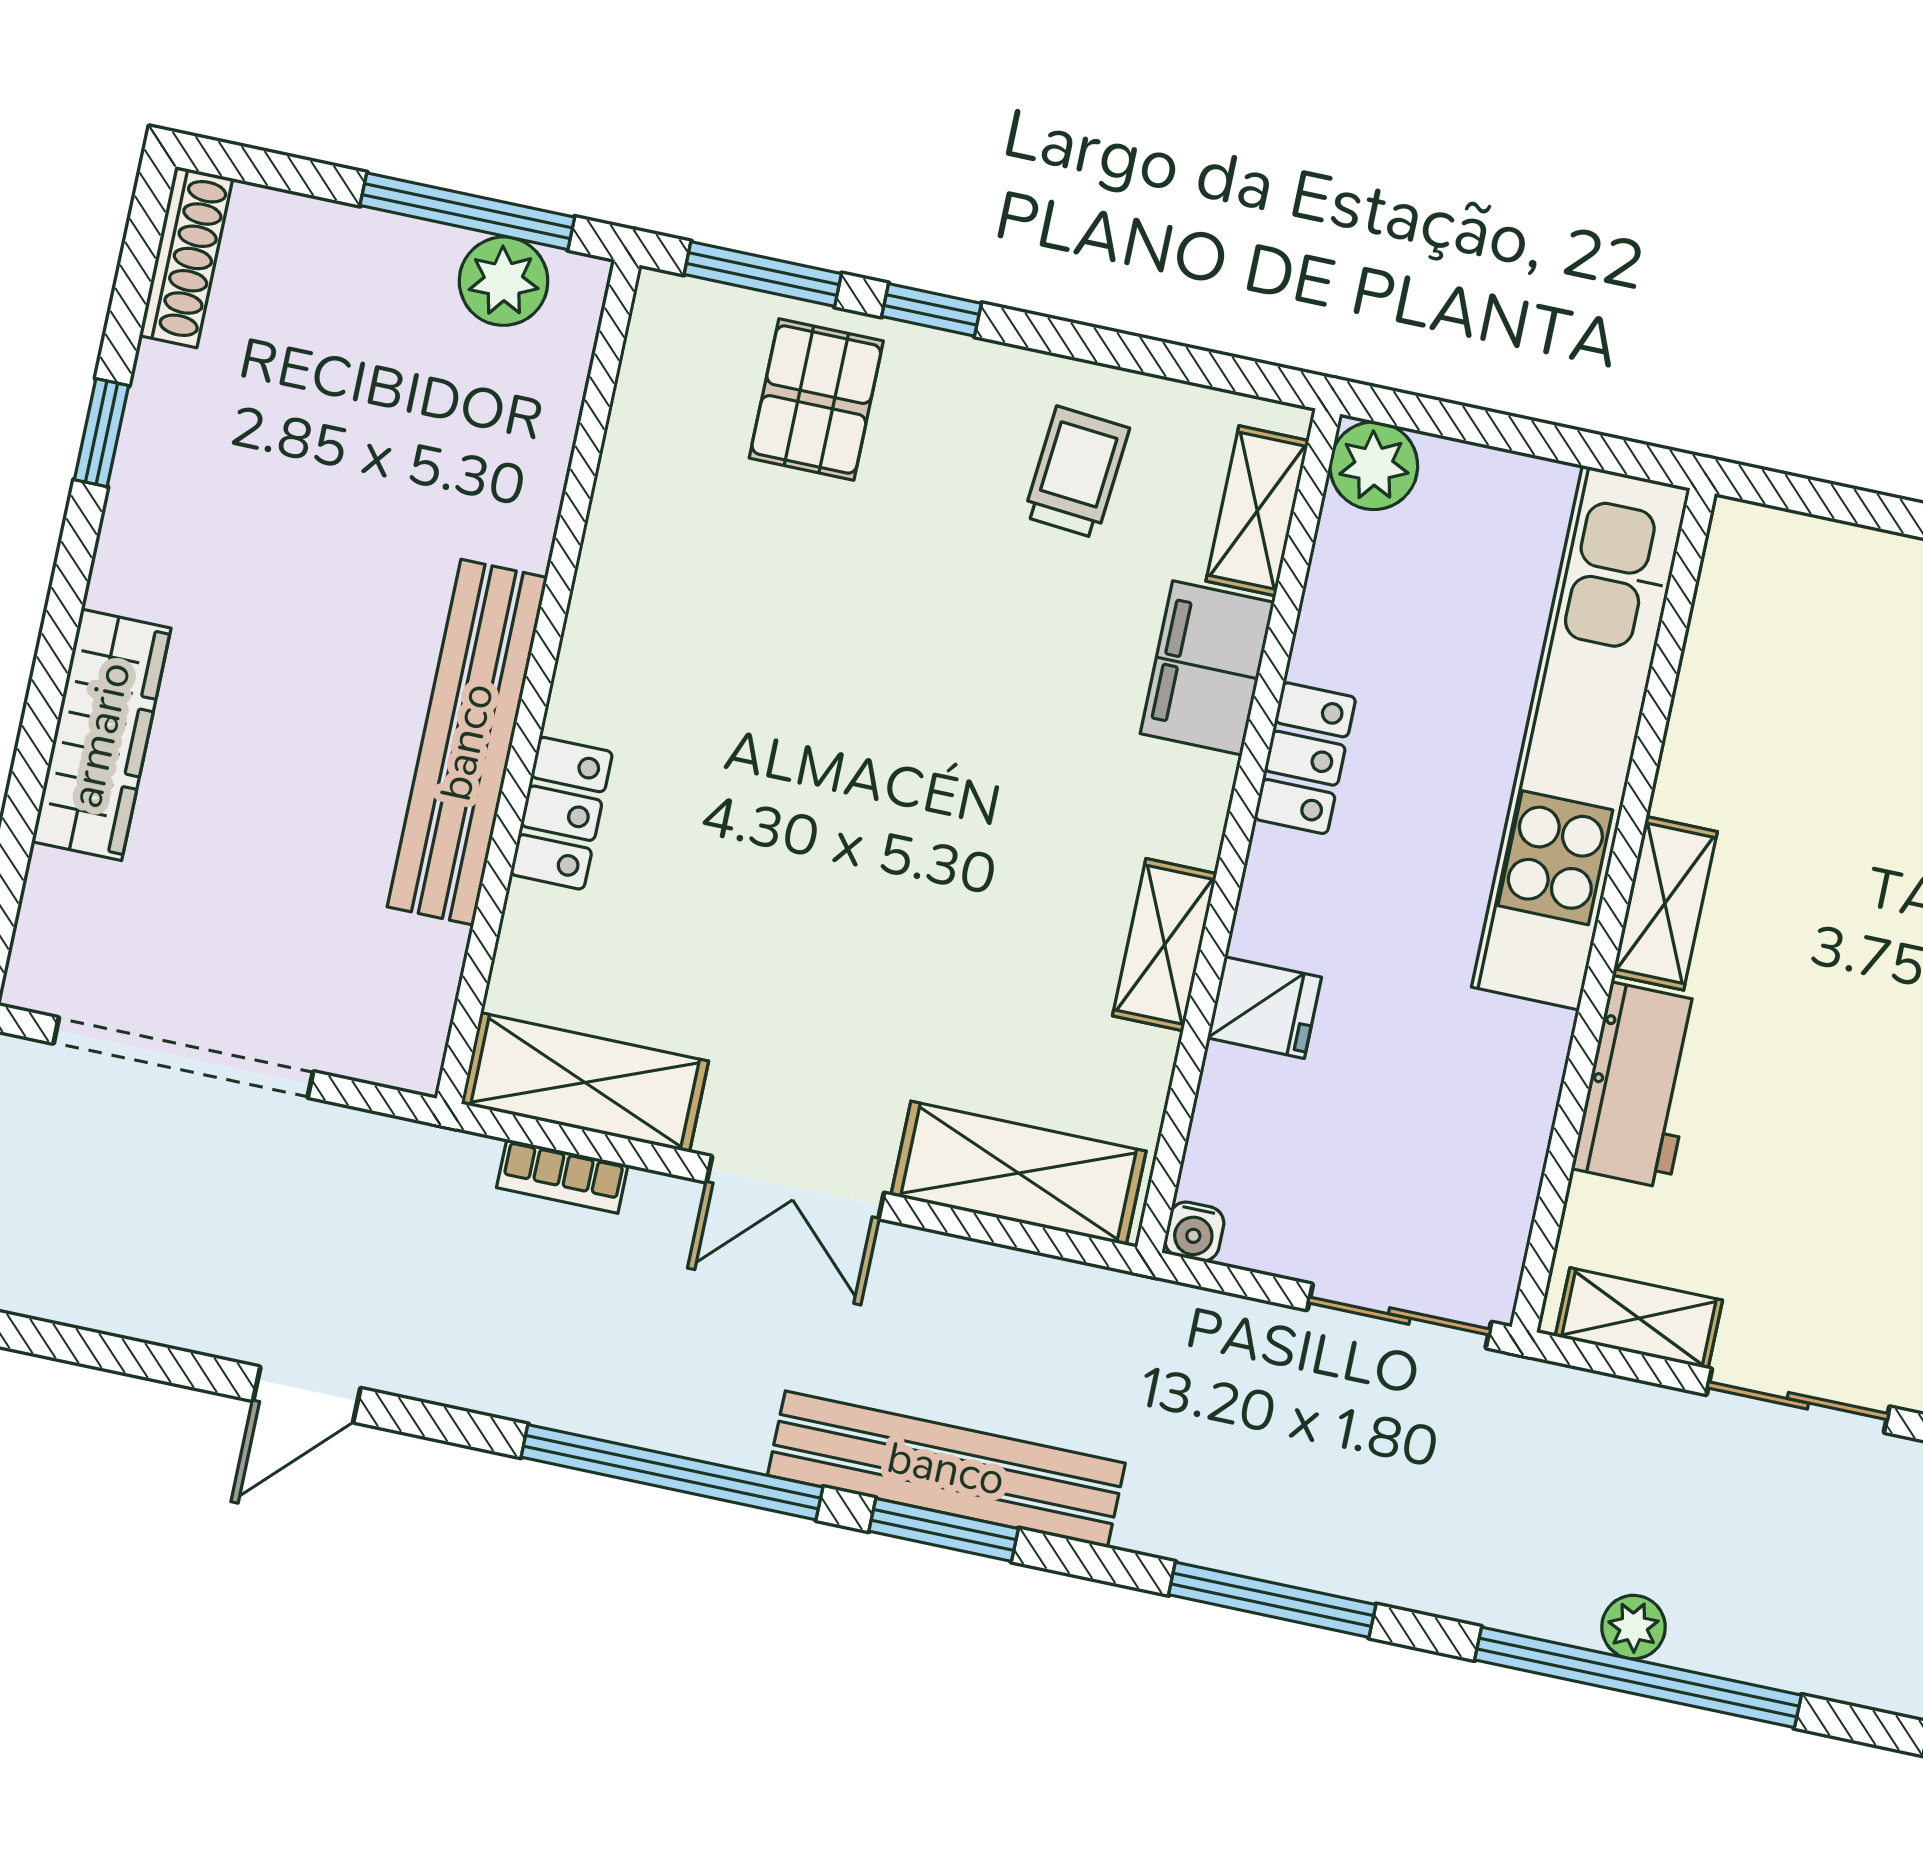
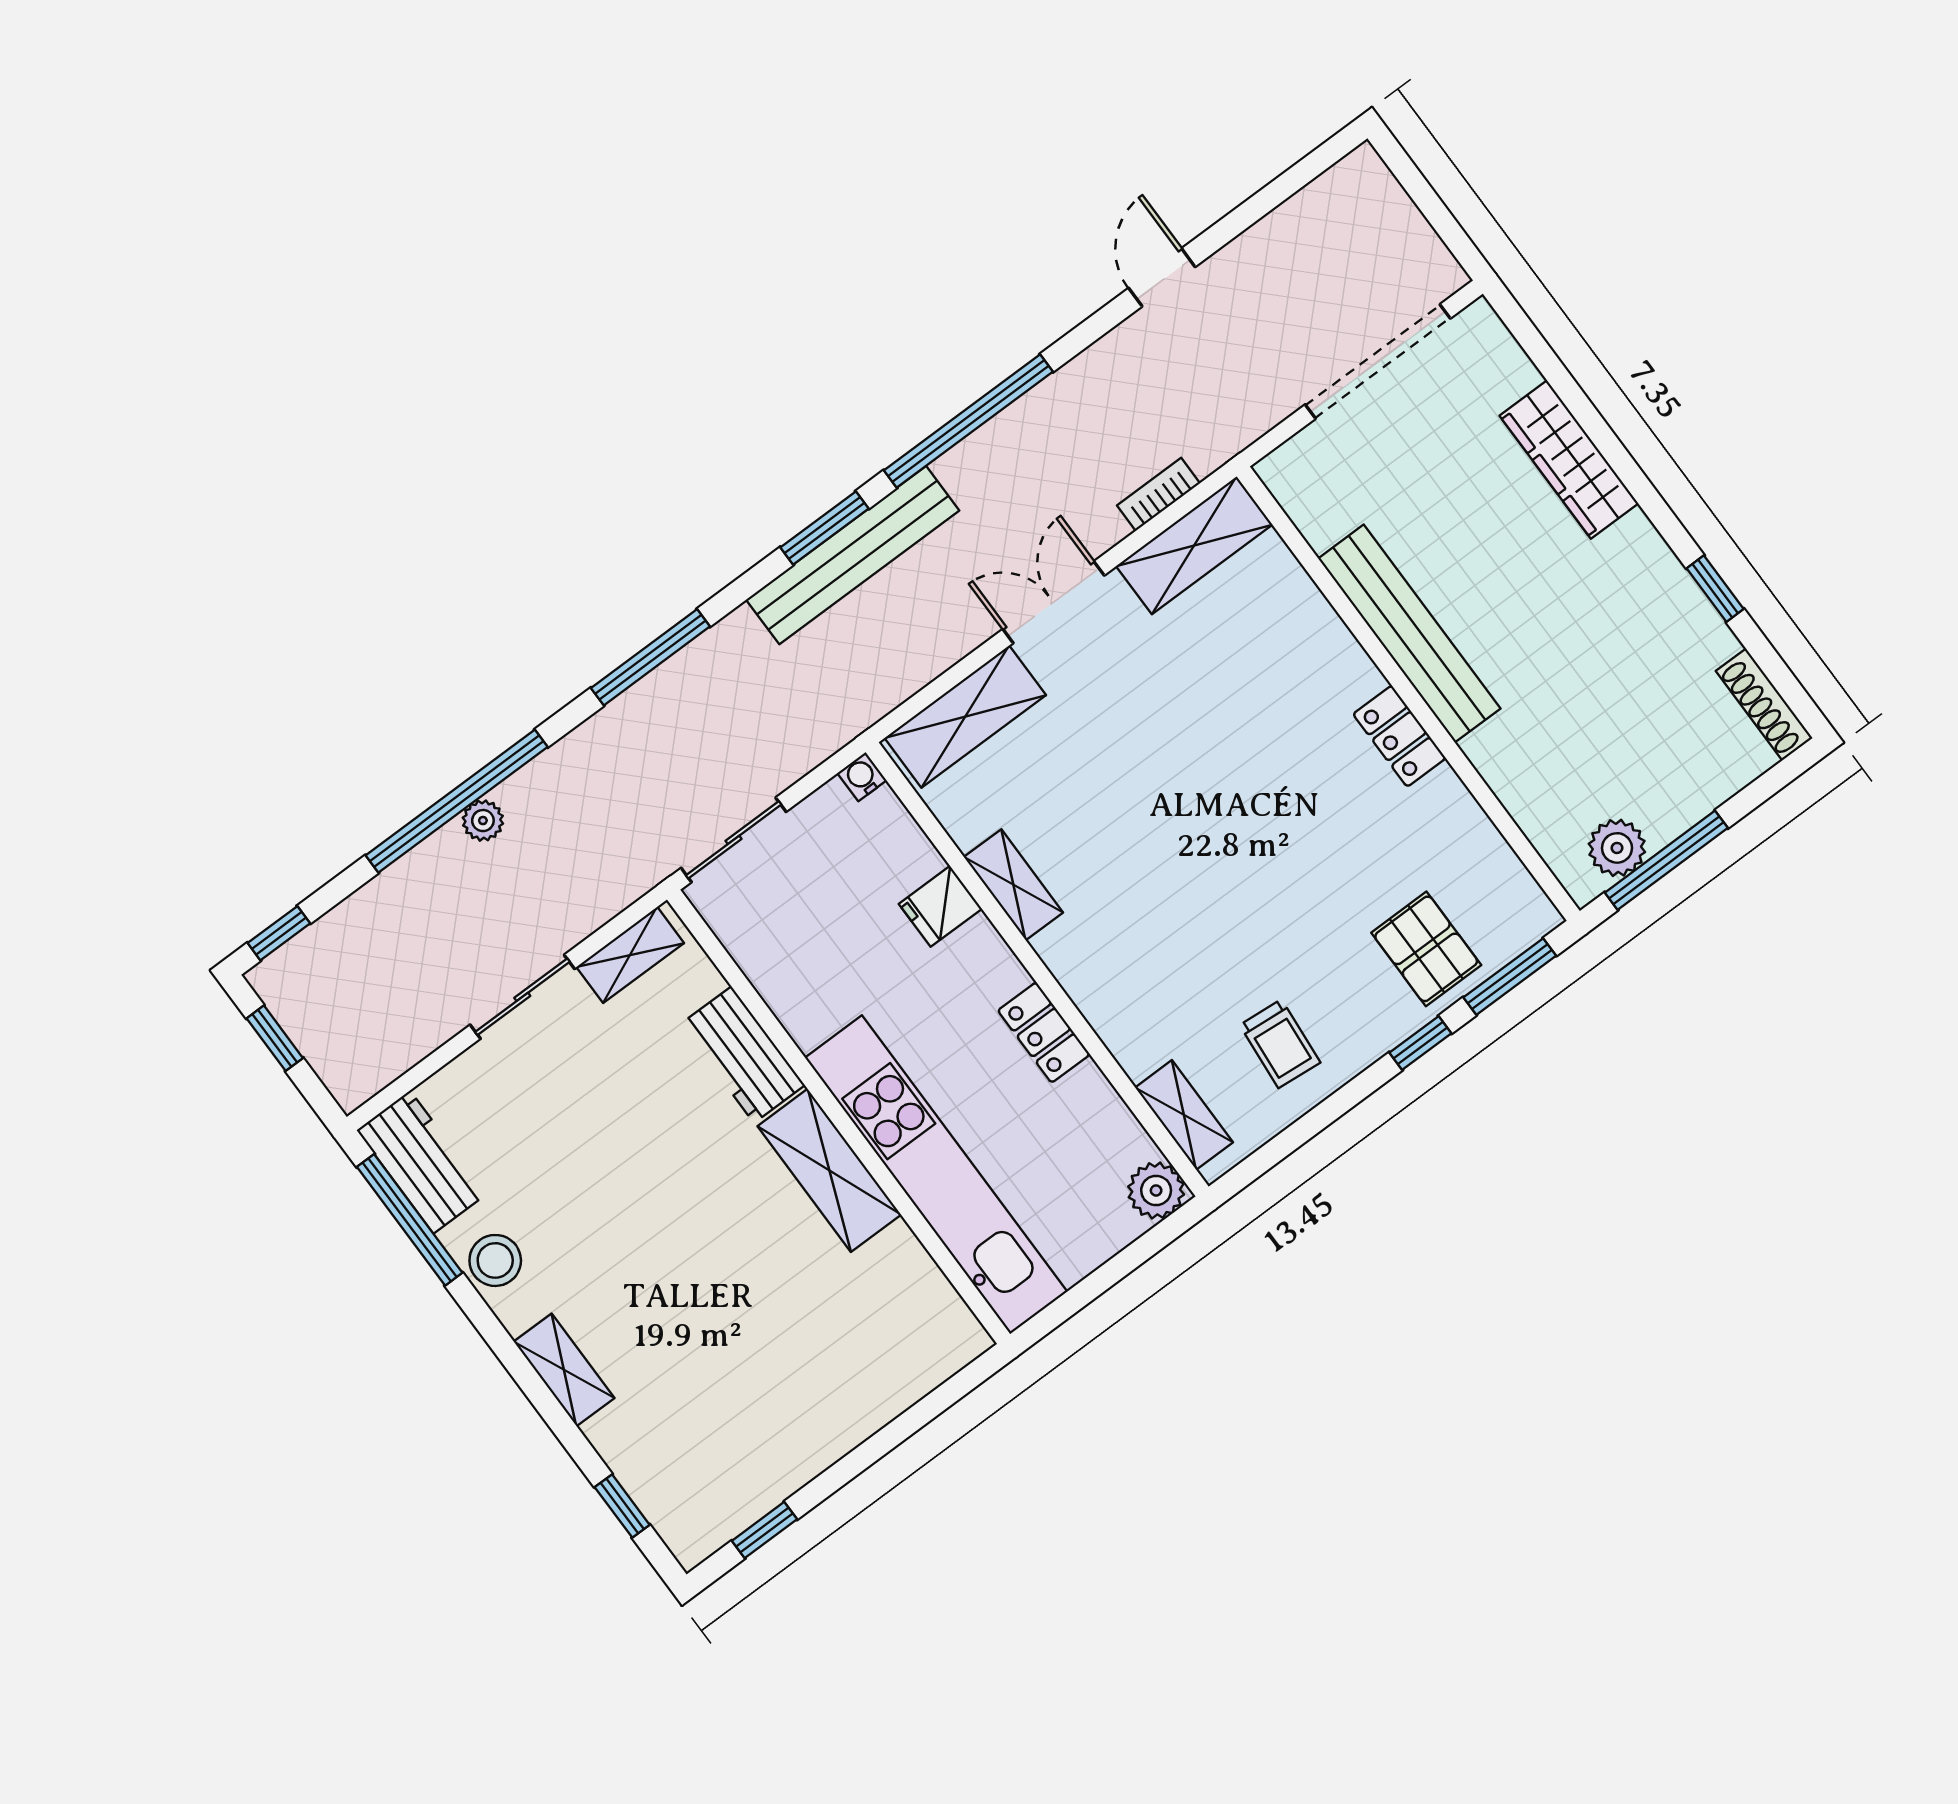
filing cabinet: (1207, 668) -> (1129, 1024), removed
locker: (561, 813) -> (1399, 736), moved
shelving: (1665, 903) -> (829, 1170), width x1.50, depth x1.33

